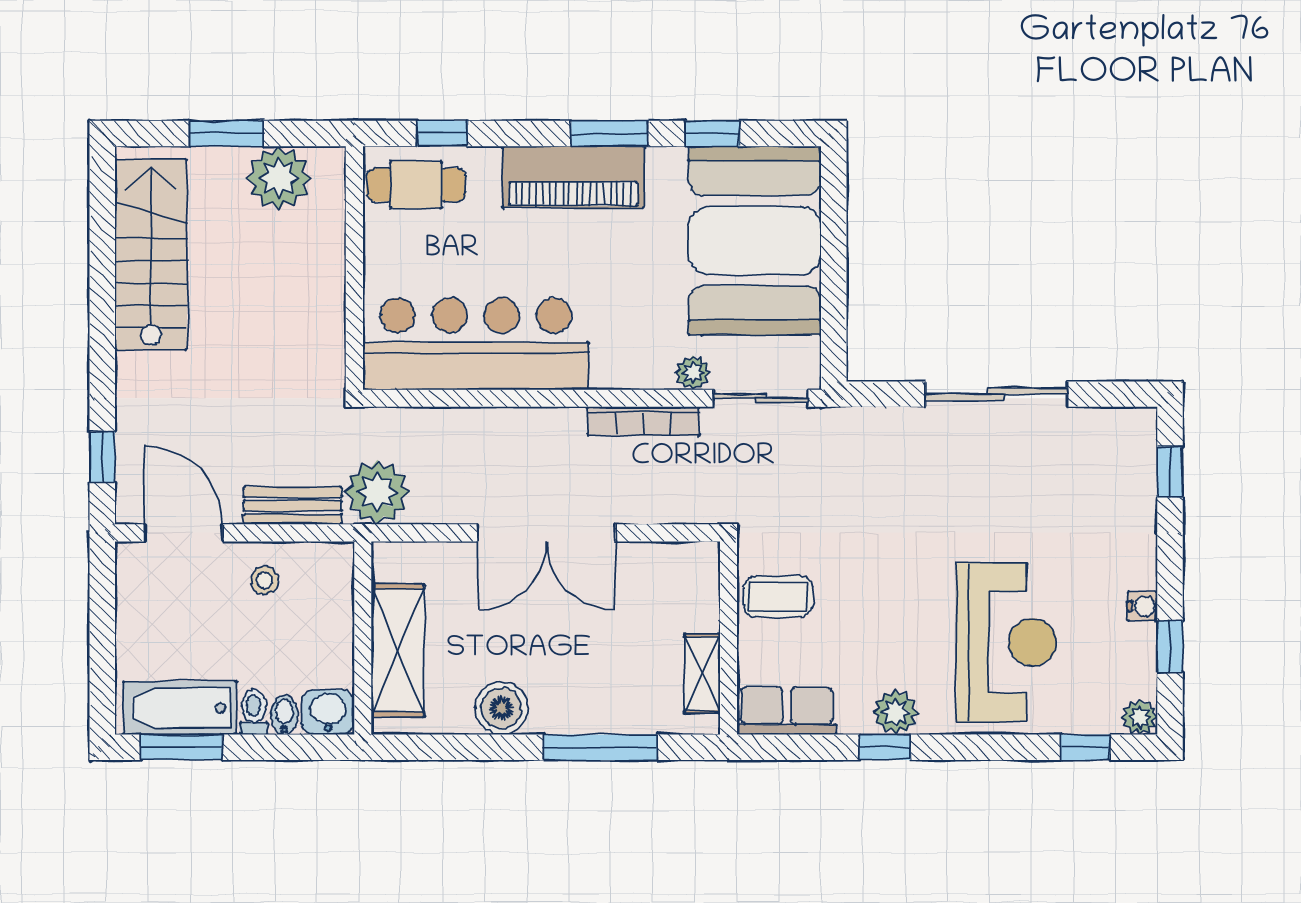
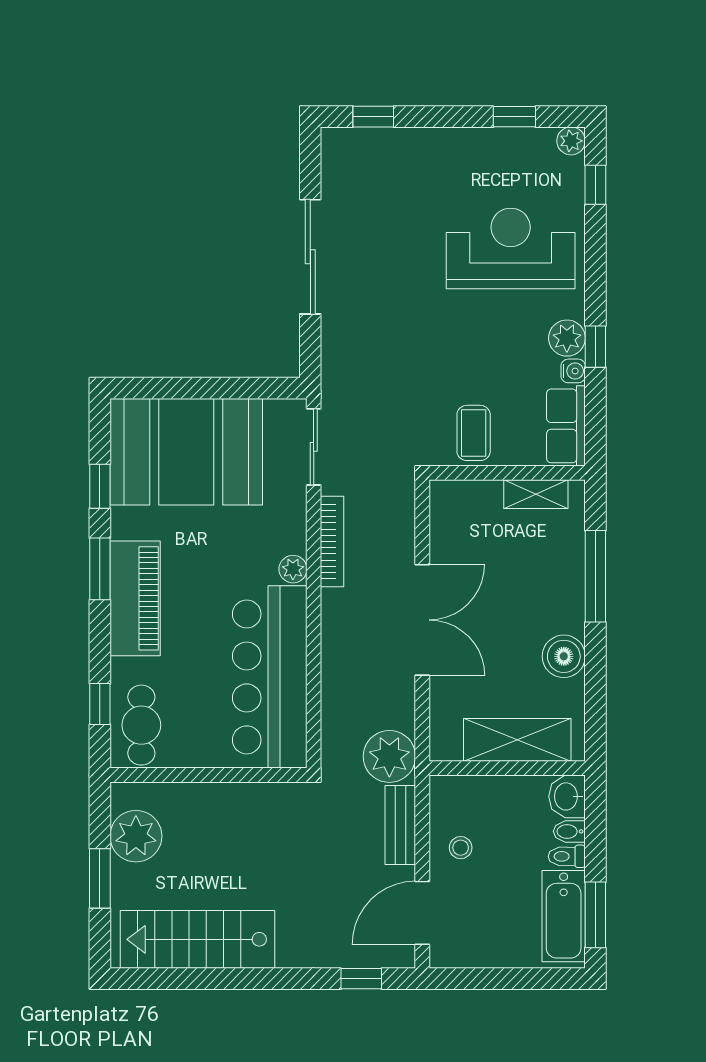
plant: (693, 373) -> (293, 569), moved
water cooler: (1142, 606) -> (573, 371), moved, turned 90

